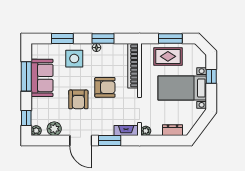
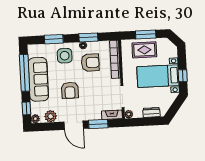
window: (26, 76) -> (25, 73), width x1.46
window: (211, 76) -> (183, 76), moved
sofa: (42, 78) -> (38, 79), width x1.36
armchair: (105, 87) -> (90, 63), moved

